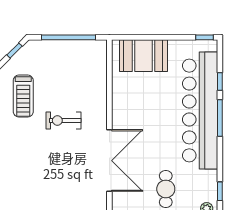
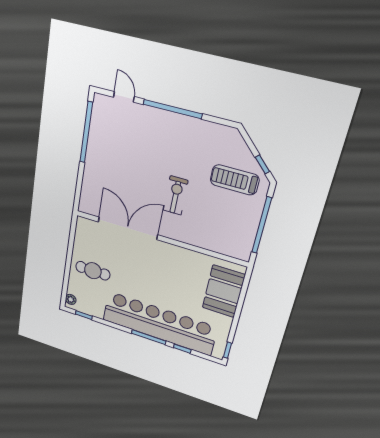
treadmill: (23, 96) -> (235, 180), moved
double door: (109, 161) -> (128, 228), swing flipped

